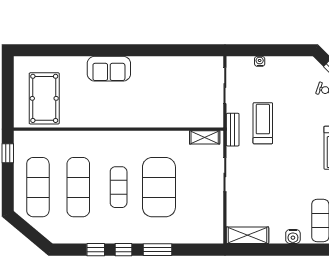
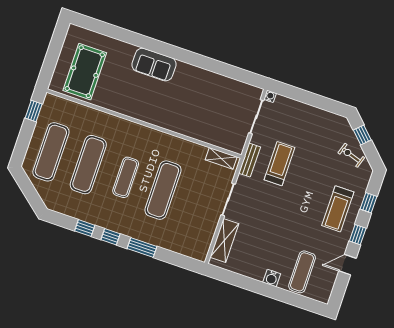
water cooler: (260, 61) -> (270, 96), moved
exercise mat: (159, 187) -> (163, 190), width x0.68
shelving: (247, 235) -> (224, 240), moved, turned 90

